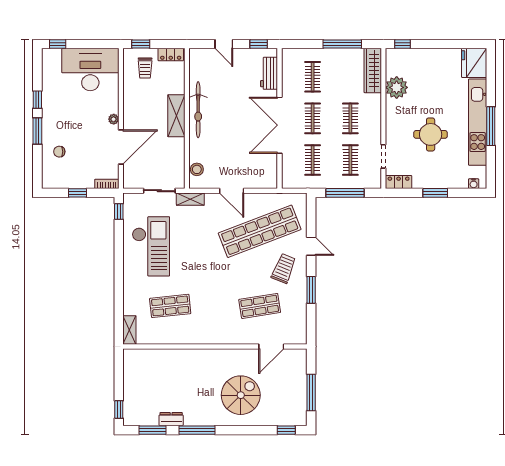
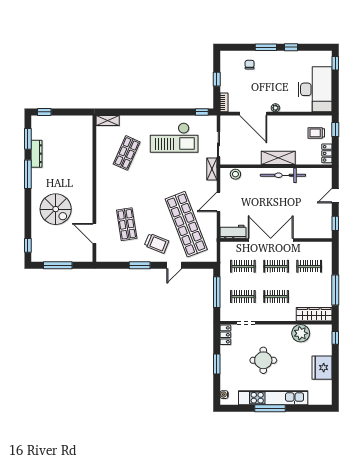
fridge: (474, 63) -> (322, 368), moved, turned -90
workbench: (269, 73) -> (233, 232), moved
shop shelf: (170, 306) -> (127, 153), turned 30
dresser: (171, 419) -> (37, 154), width x1.44

